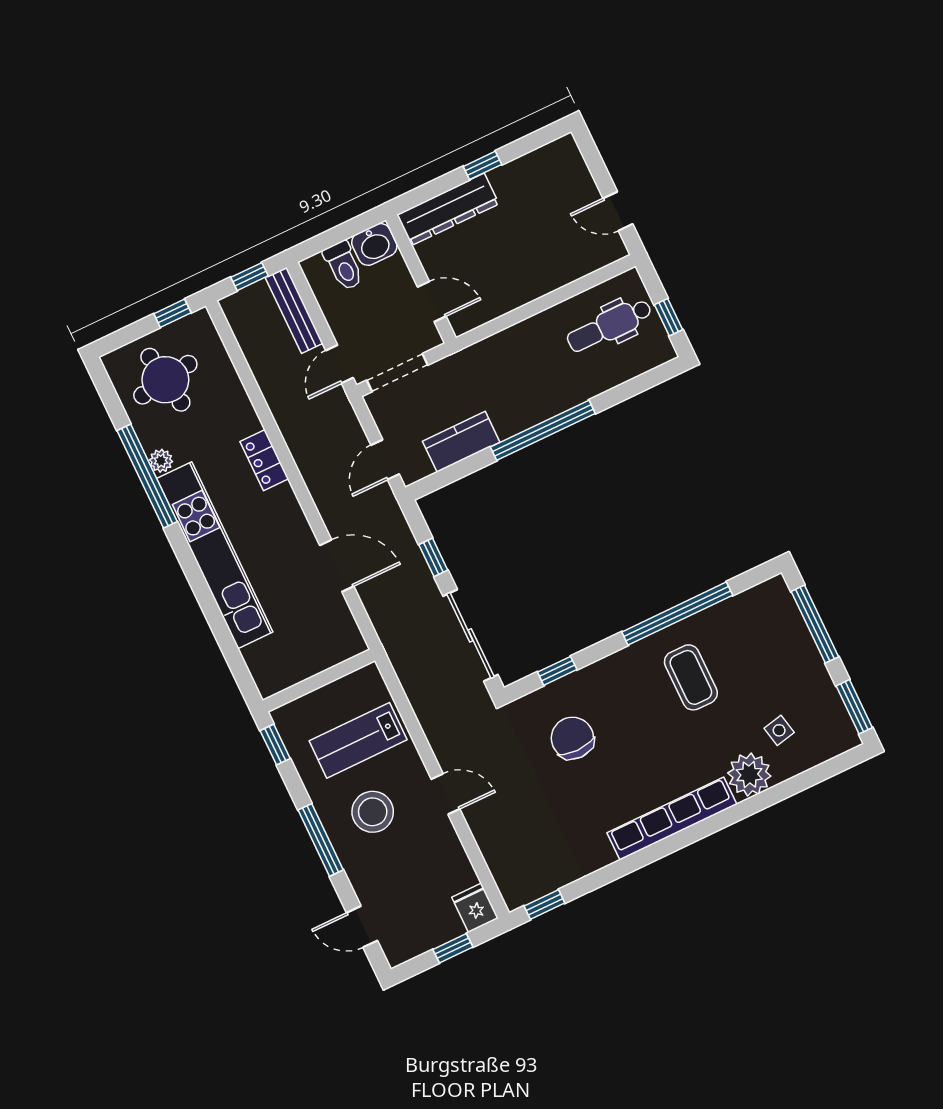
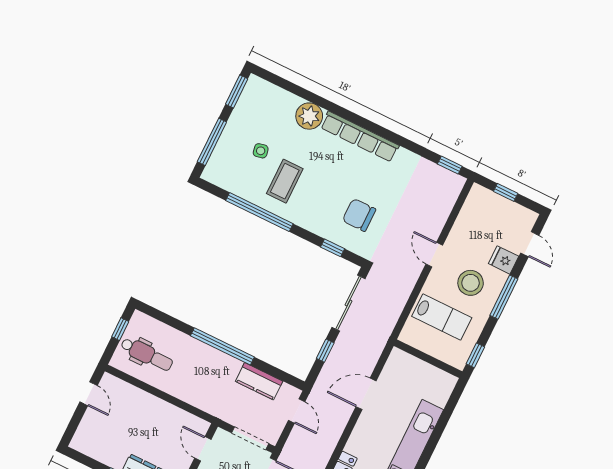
door: (385, 460) -> (297, 411), hinge flipped
door: (337, 566) -> (366, 394), hinge flipped
side table: (779, 730) -> (261, 151), moved
chair: (572, 738) -> (359, 215), turned 90
fridge: (475, 908) -> (504, 260), moved, turned 90

